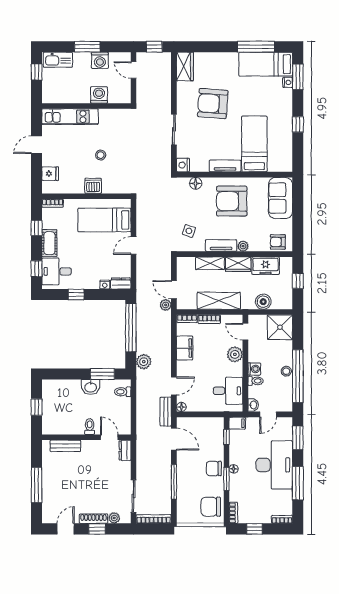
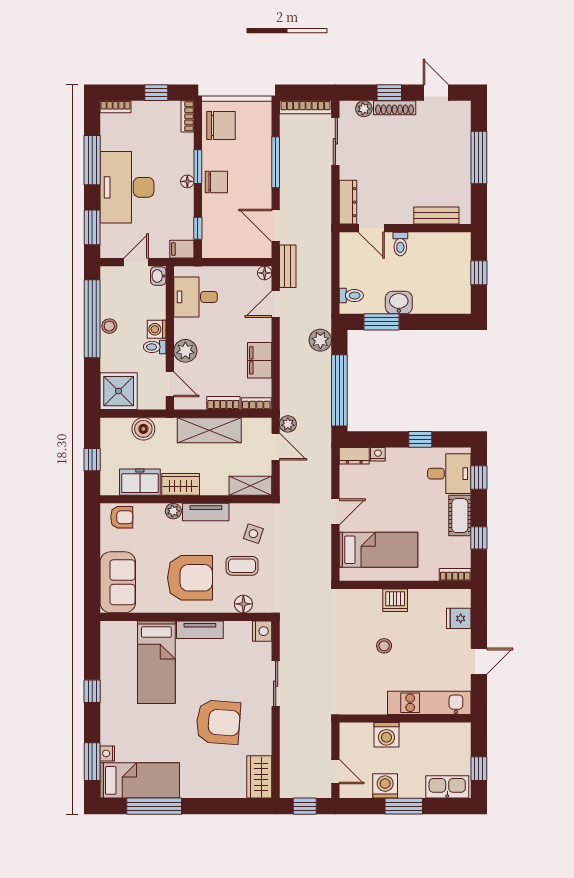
coffee table: (197, 209) -> (242, 566), added
shelving: (210, 263) -> (250, 486), moved
toilet: (256, 381) -> (155, 347), moved
dresser: (125, 450) -> (348, 202), width x1.44
door: (66, 529) -> (436, 93), swing flipped

